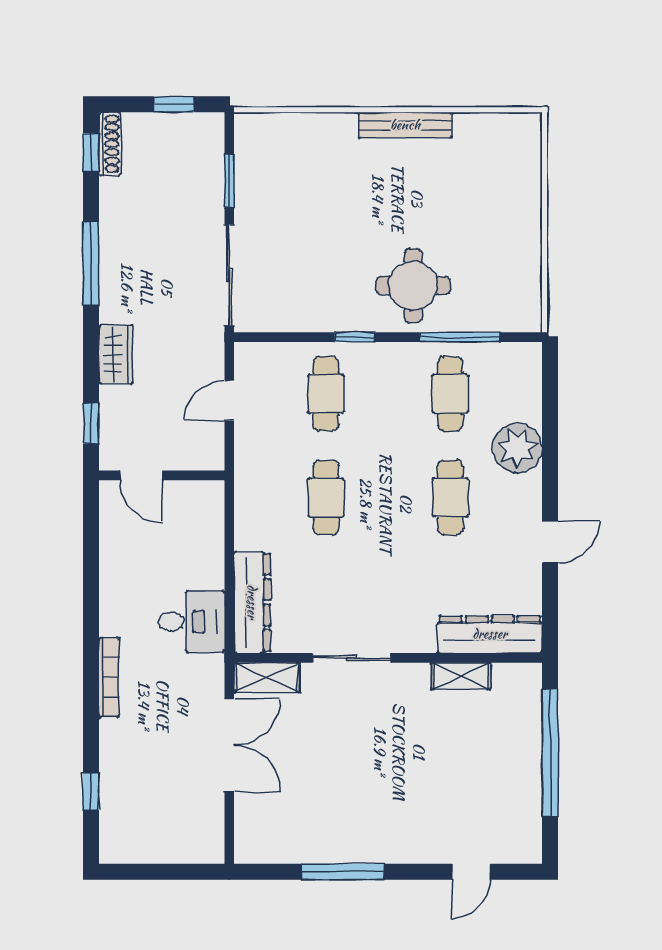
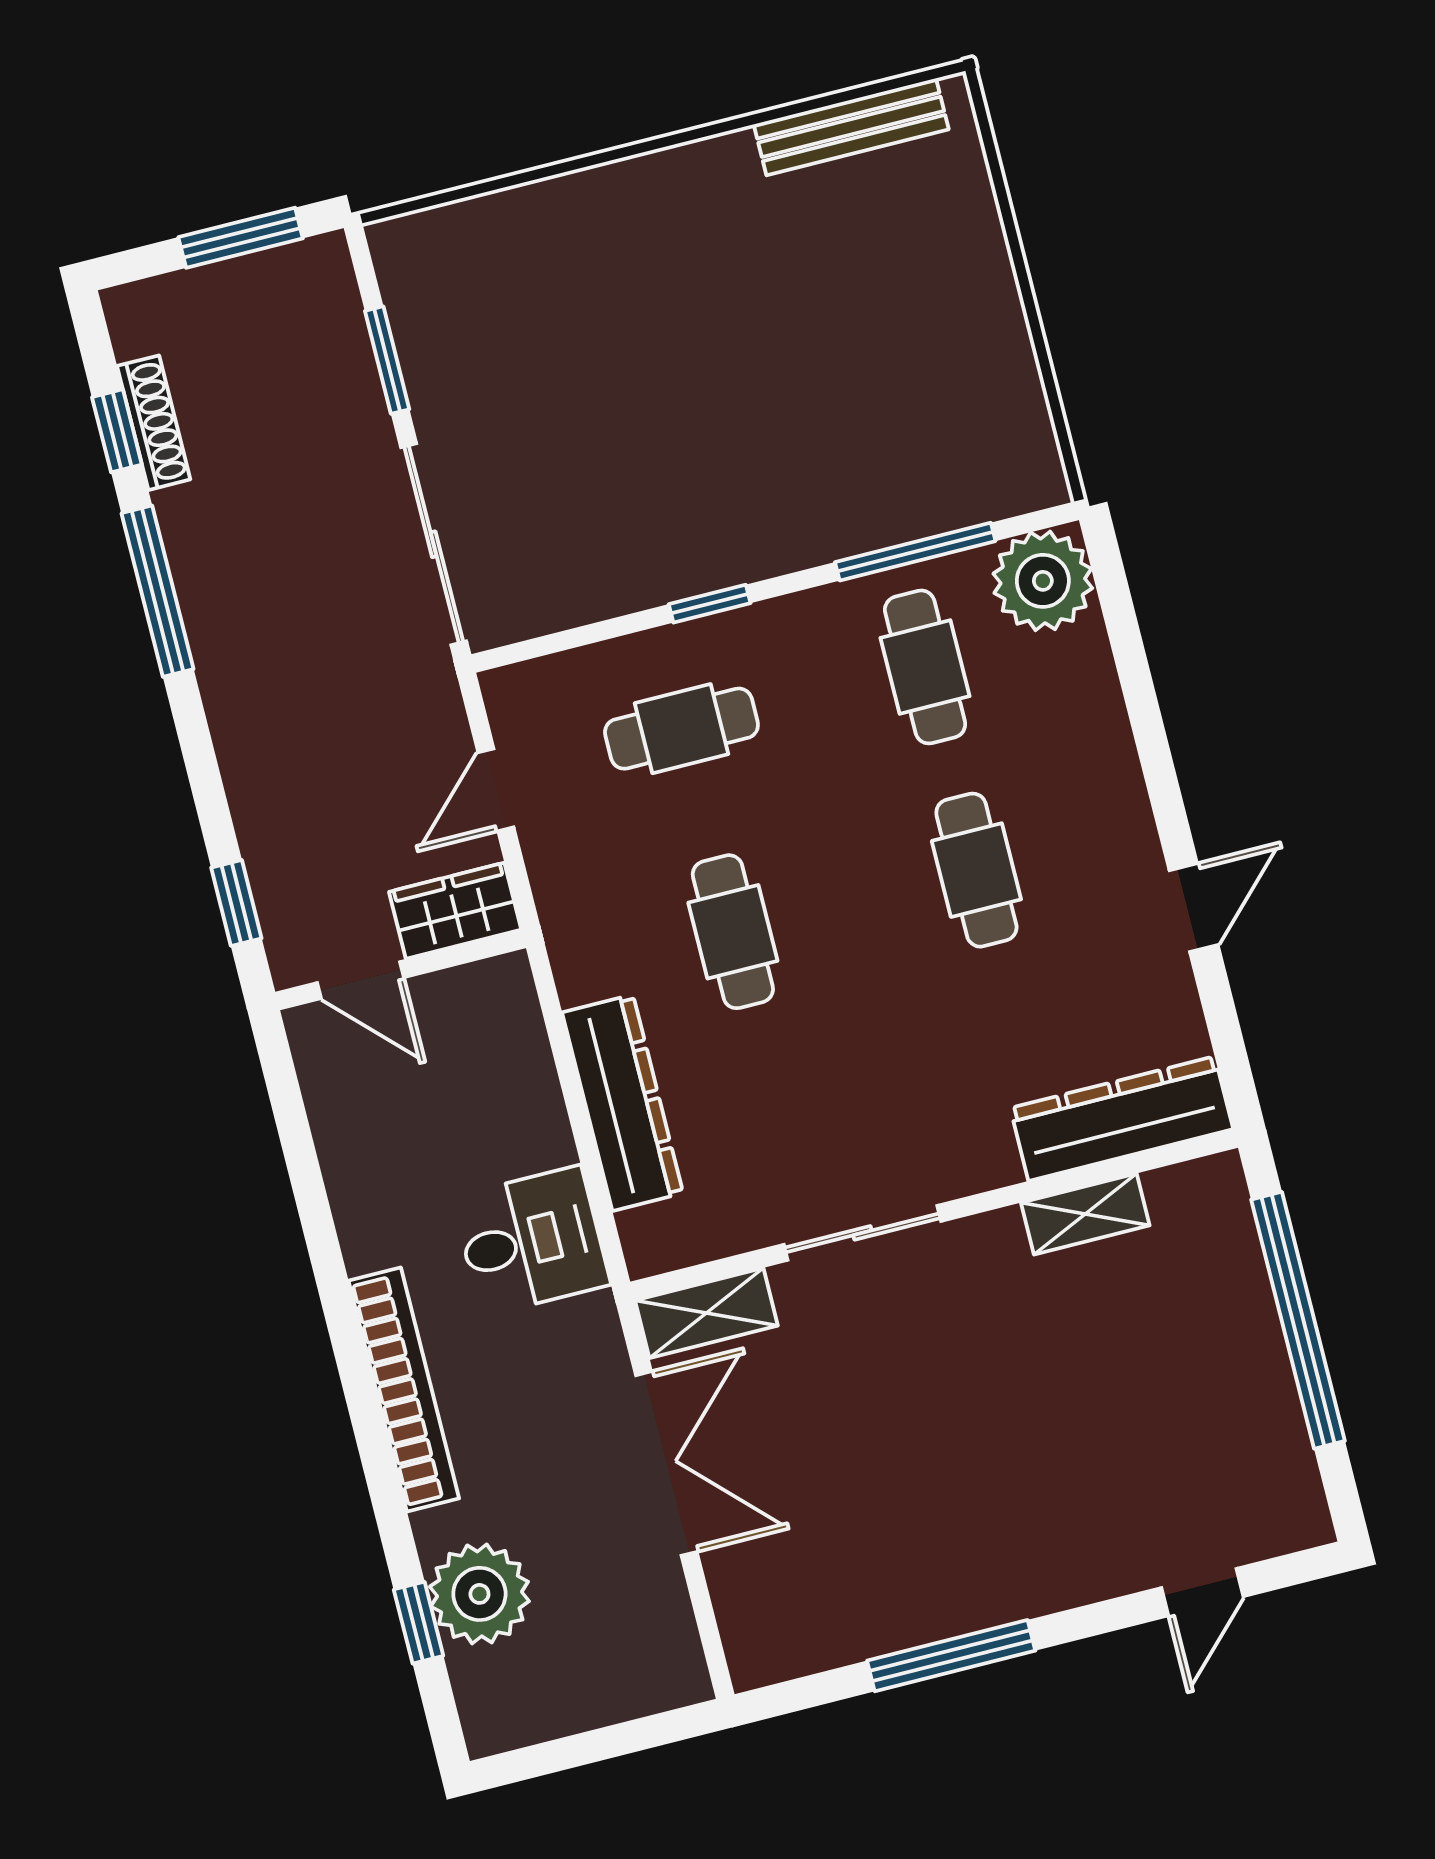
window: (174, 104) -> (241, 238), width x1.50
bench: (405, 125) -> (851, 127), moved
shoe rack: (110, 144) -> (154, 423), moved
window: (91, 153) -> (117, 431), moved
round table: (413, 285) -> (799, 474), removed
wardrobe: (116, 354) -> (455, 911), moved, turned -90
cafe table: (326, 394) -> (681, 729), turned 90
plant: (517, 448) -> (1043, 581), moved
dresser: (252, 602) -> (623, 1103), moved
bookcase: (109, 677) -> (404, 1390), width x1.48, depth x1.31
plant: (124, 785) -> (479, 1594), added

